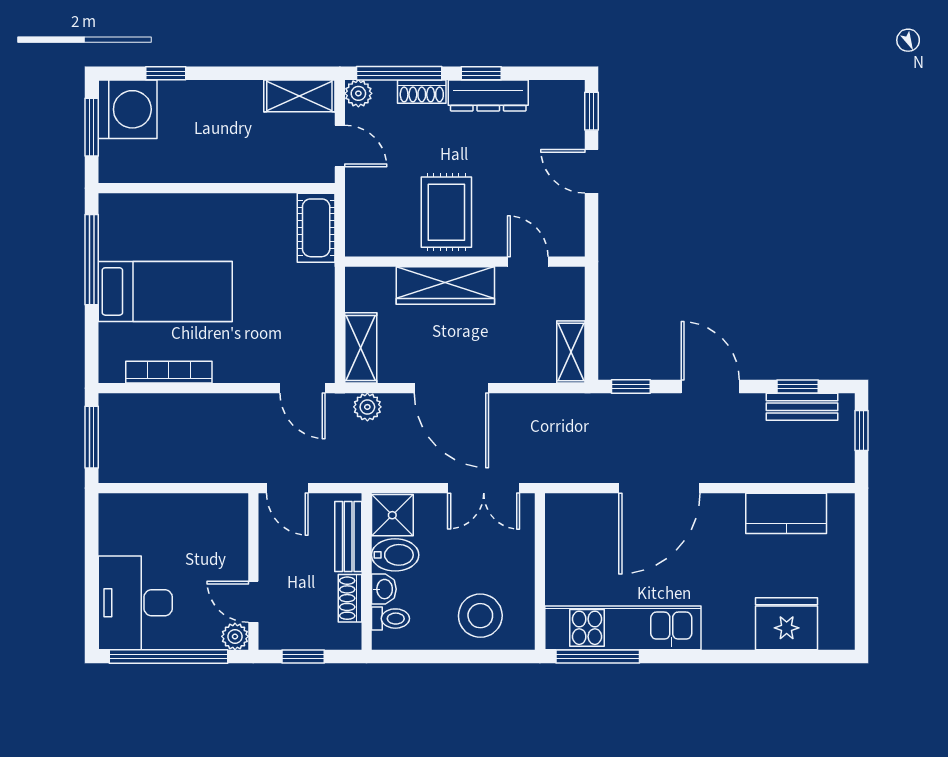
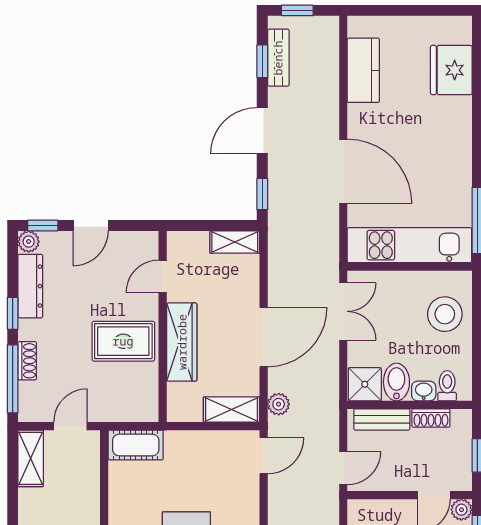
plant: (358, 93) -> (29, 242), moved
dresser: (488, 96) -> (30, 286), moved
kitchen unit: (623, 628) -> (409, 245), moved, turned 90

